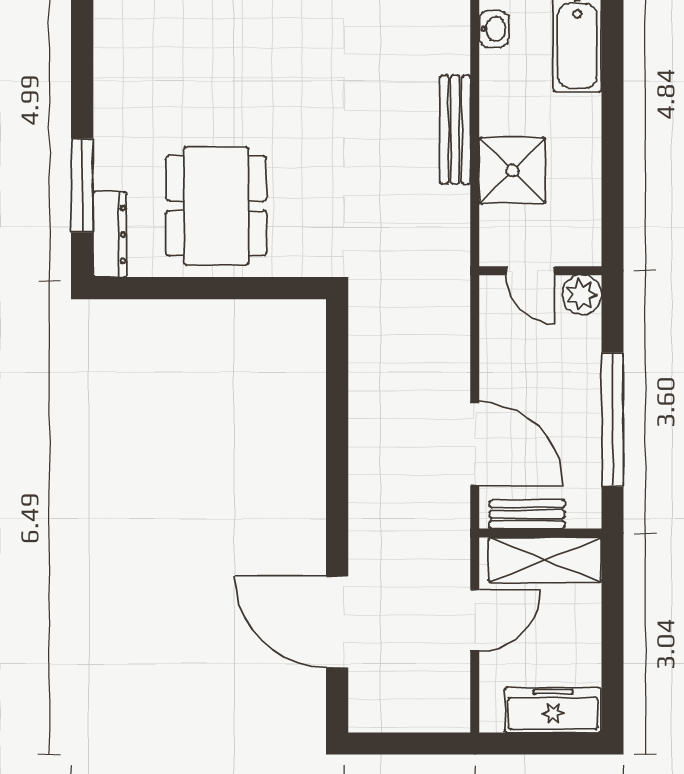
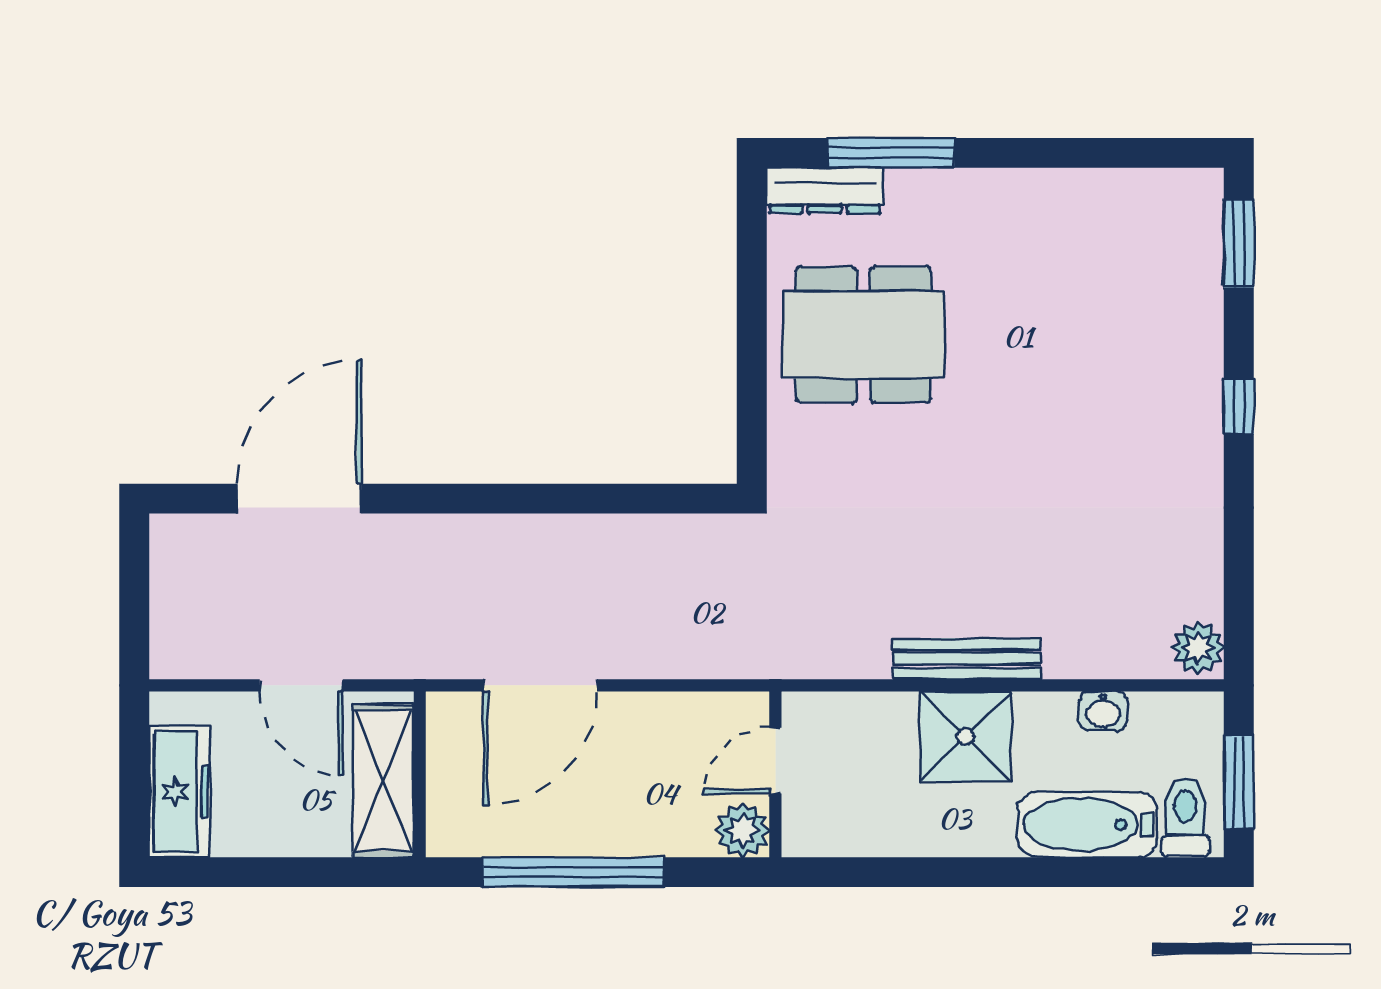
shower: (512, 170) -> (966, 736), moved
bench: (527, 514) -> (445, 756), removed

